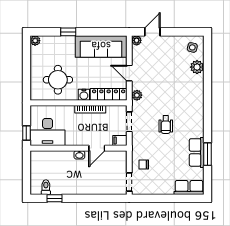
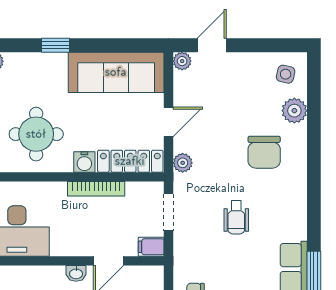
door: (129, 73) -> (169, 122), swing flipped
chair: (181, 90) -> (264, 152), added

